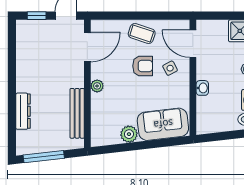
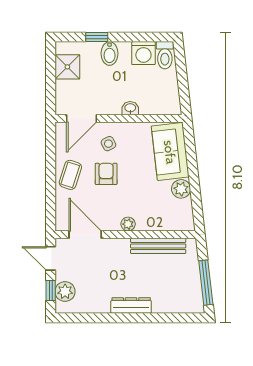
plant: (36, 29) -> (65, 292), added
dresser: (23, 111) -> (131, 305), moved

